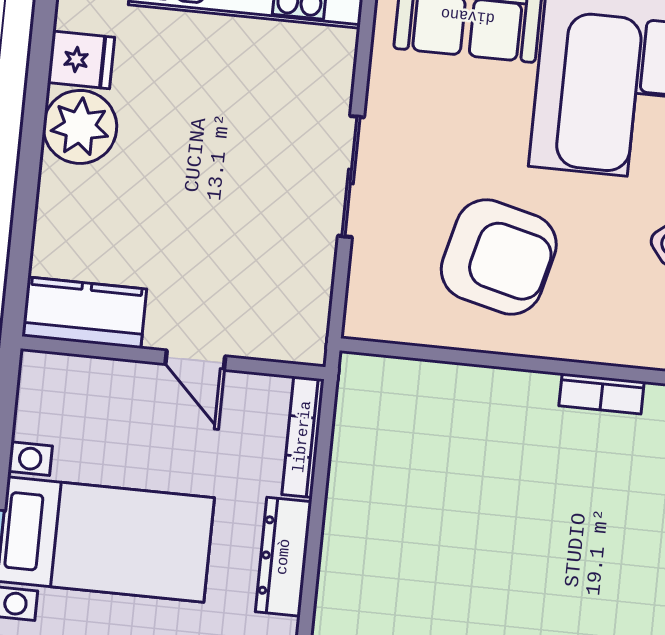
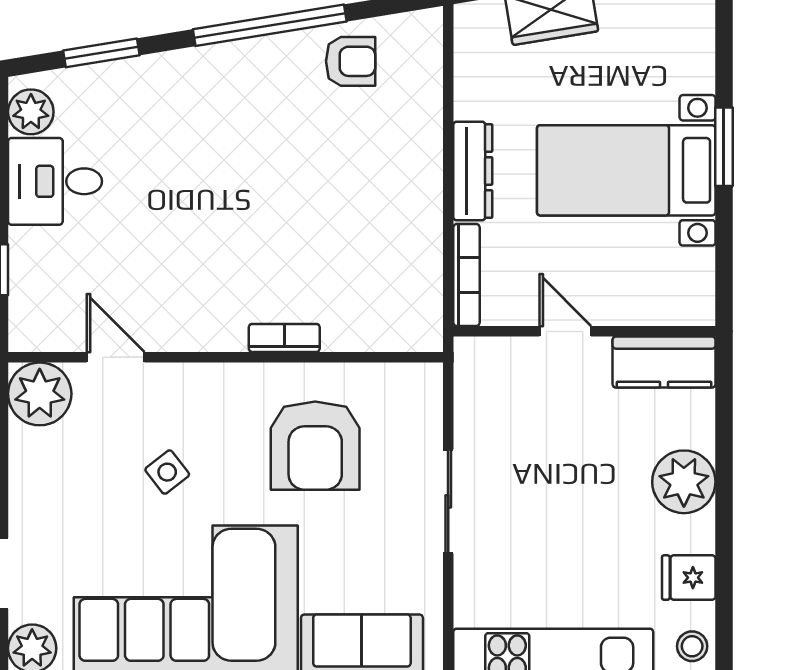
plant: (80, 127) -> (684, 482), moved
armchair: (499, 257) -> (315, 446), turned -104
bookcase: (602, 394) -> (284, 338), moved

